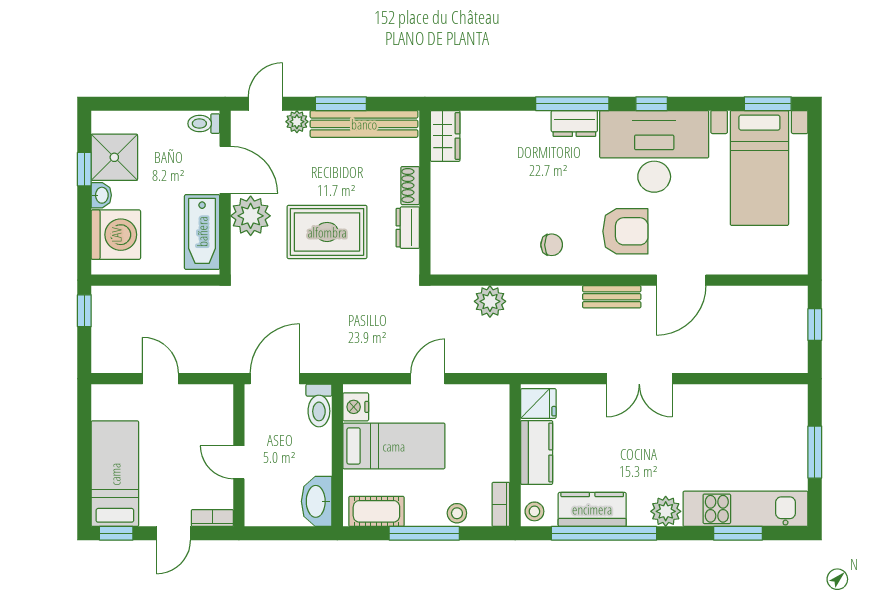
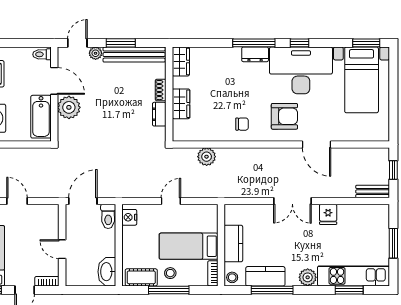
wardrobe: (446, 210) -> (181, 104), added
rug: (327, 232) -> (113, 117), removed
door: (681, 280) -> (316, 144), hinge flipped
bench: (612, 297) -> (373, 192), moved
fridge: (538, 404) -> (328, 214), moved, turned 90
bed: (394, 446) -> (189, 246), moved, turned 180
stool: (457, 513) -> (170, 273), moved
window: (604, 533) -> (272, 290), width x0.68

